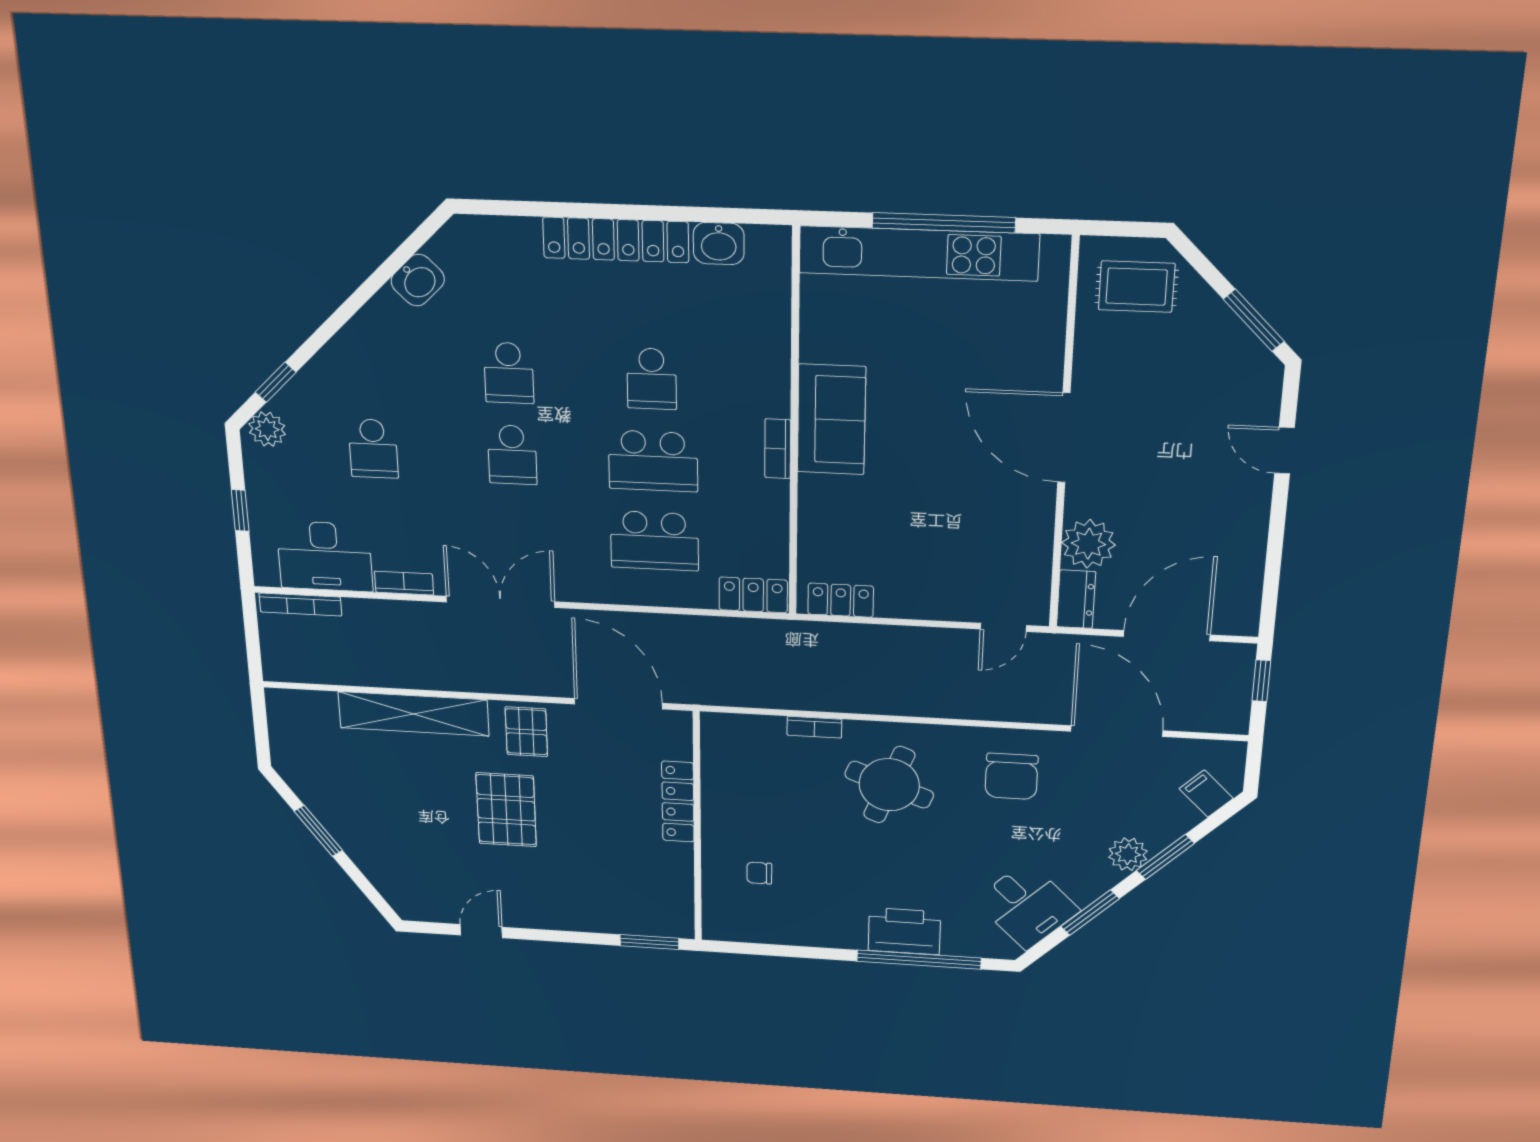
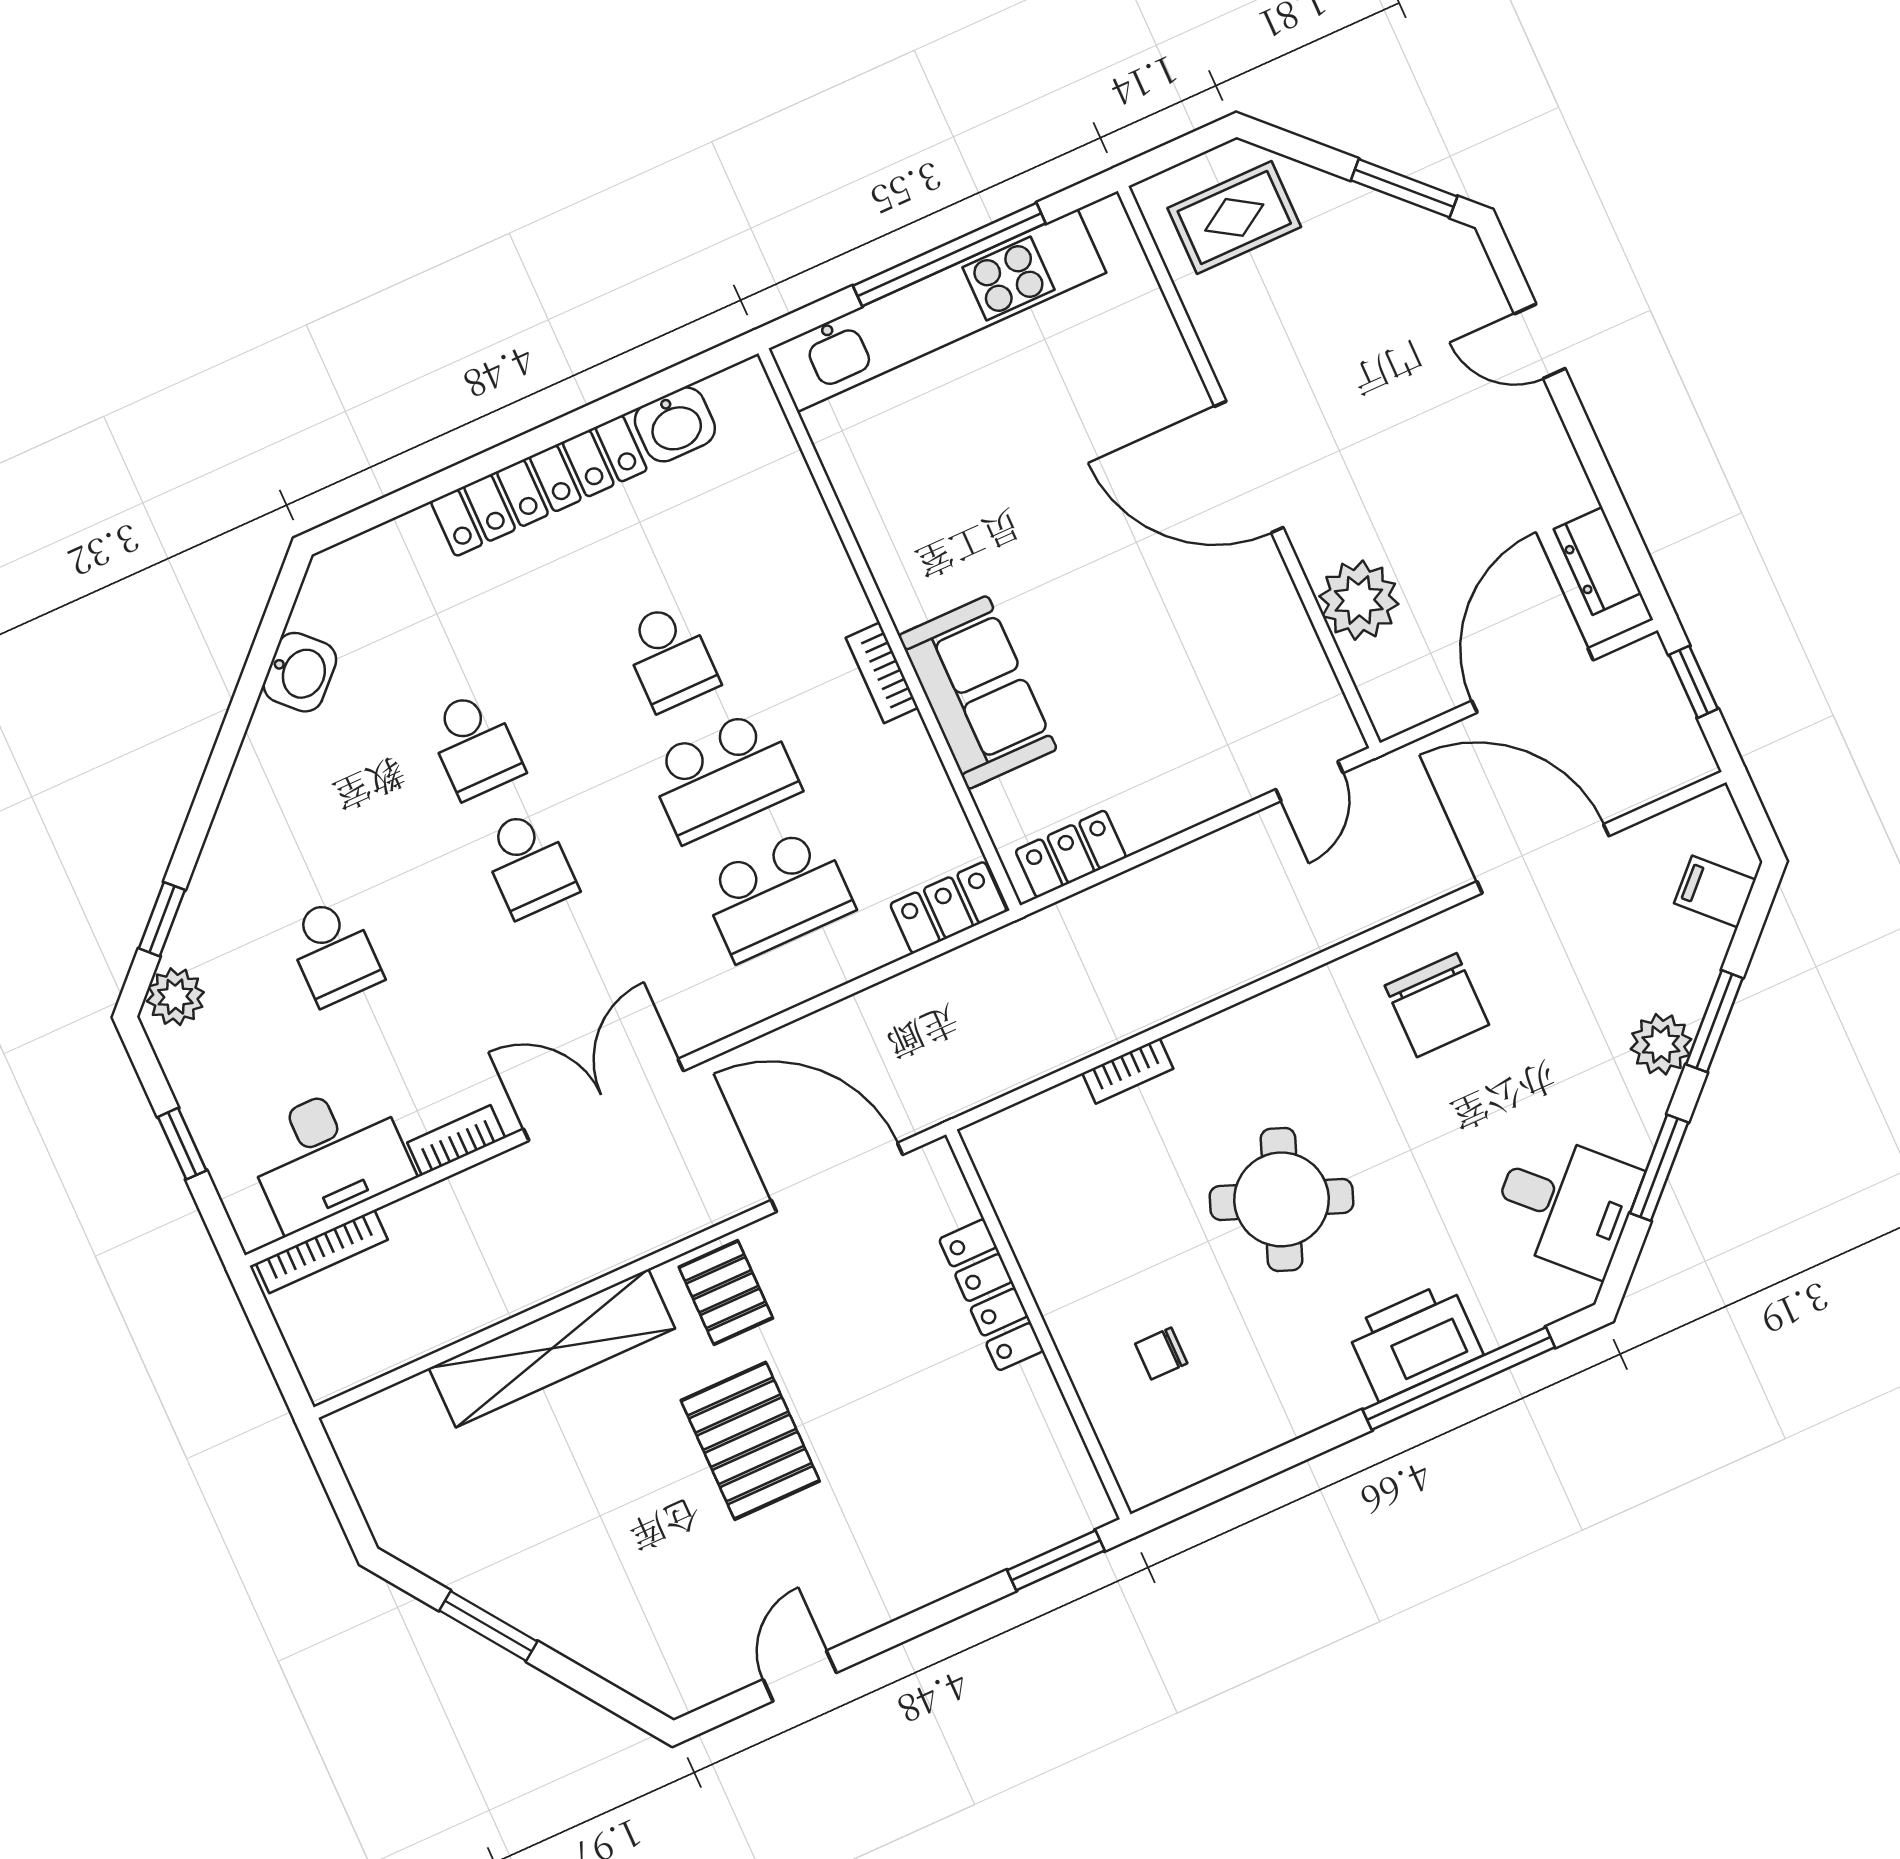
sofa: (831, 420) -> (978, 692), moved
dresser: (1076, 599) -> (1598, 561), moved, turned 180
round table: (889, 785) -> (1281, 1199), moved

